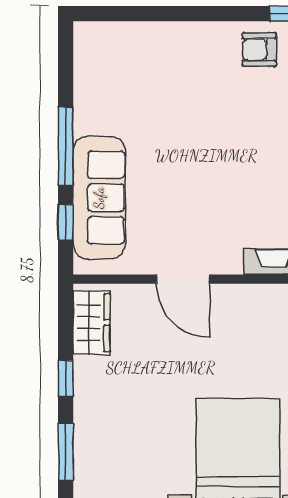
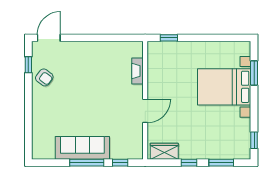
armchair: (259, 50) -> (44, 77), turned -53
sofa: (99, 198) -> (82, 148), moved

